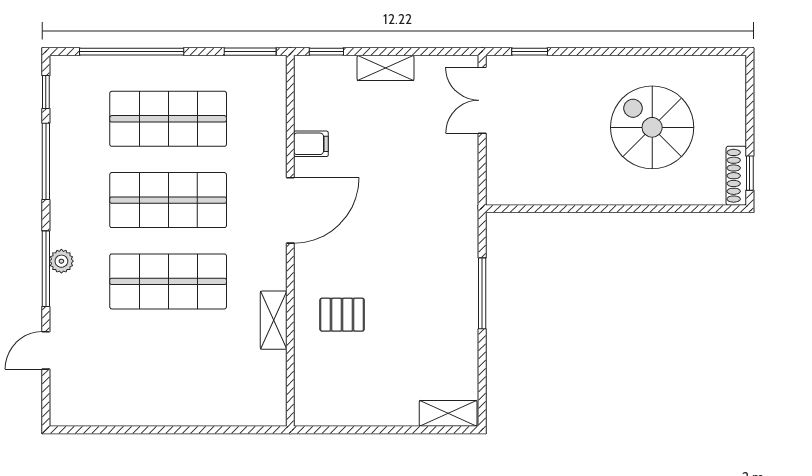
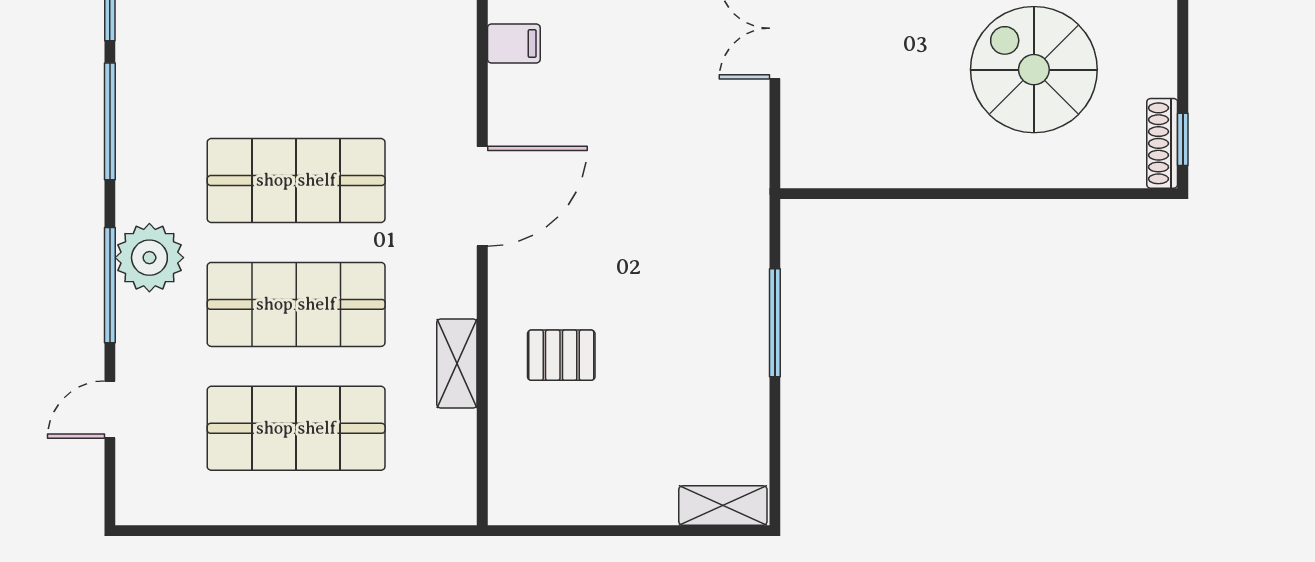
shop shelf: (168, 119) -> (296, 428), moved
filing cabinet: (311, 144) -> (514, 44), moved
plant: (61, 261) -> (149, 258), width x1.87, depth x1.87

